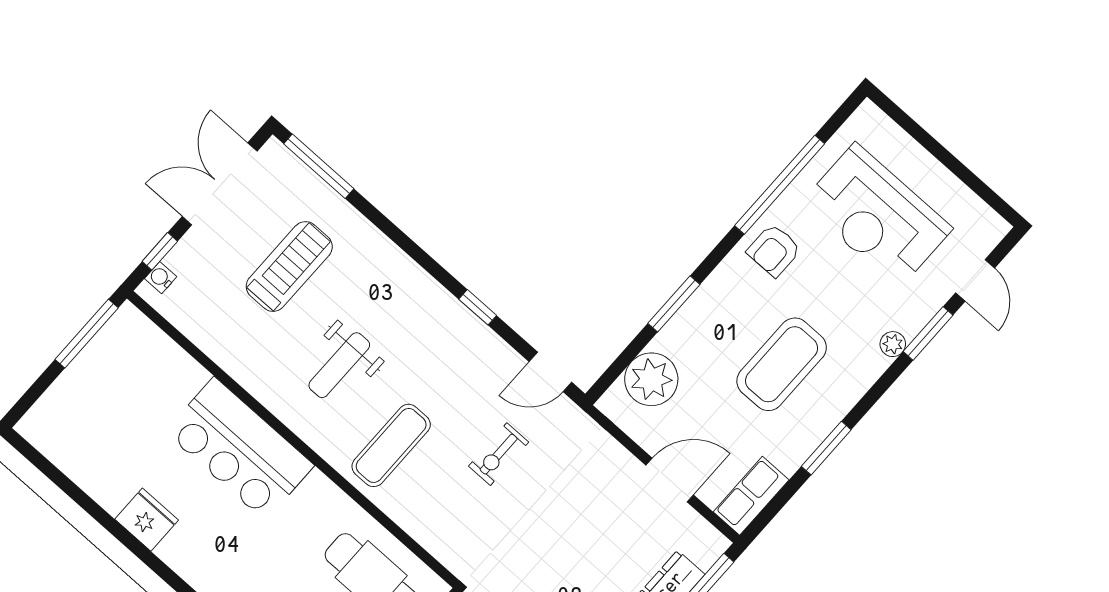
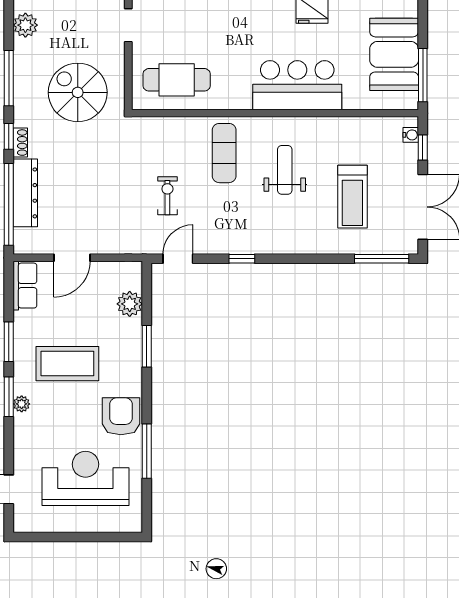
window: (780, 185) -> (147, 451), width x0.68
armchair: (774, 250) -> (121, 416), width x1.38, depth x1.38
window: (928, 333) -> (9, 397), moved
plant: (893, 344) -> (22, 404), moved
coffee table: (782, 364) -> (67, 364), turned 90
plant: (651, 379) -> (130, 304), width x0.73, depth x0.73
booth: (98, 386) -> (394, 54), added

